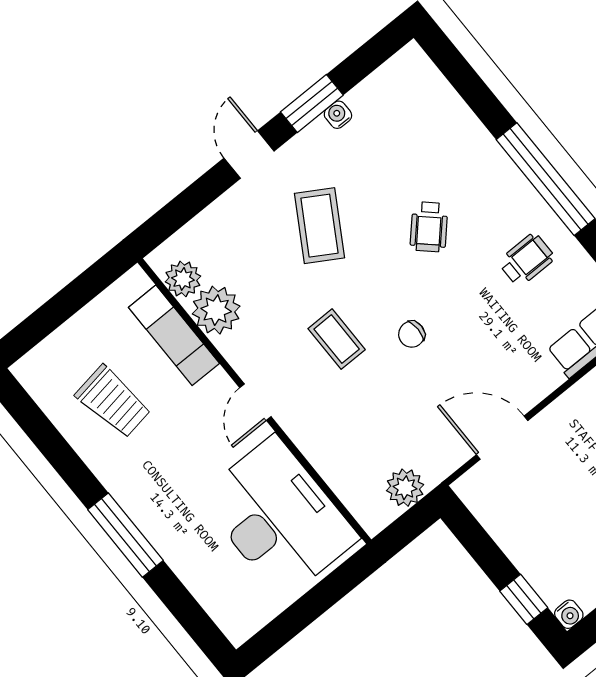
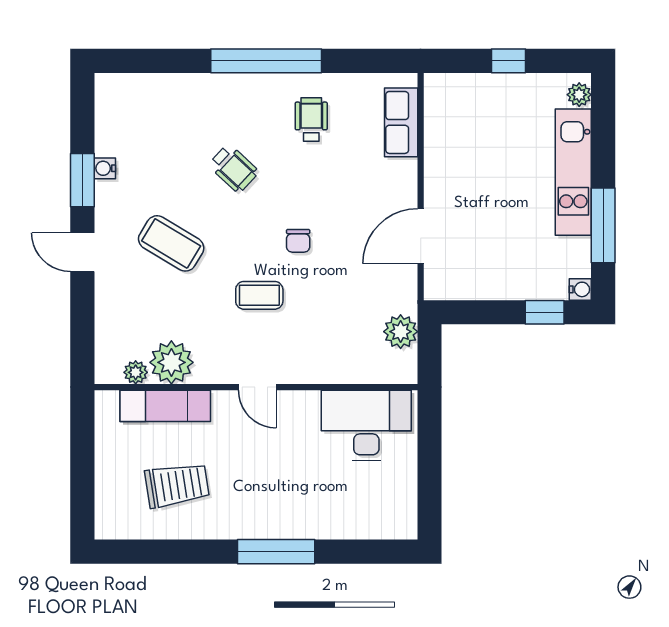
plant: (183, 279) -> (136, 372), width x0.73, depth x0.73
desk: (278, 517) -> (366, 425), width x0.73, depth x0.77

